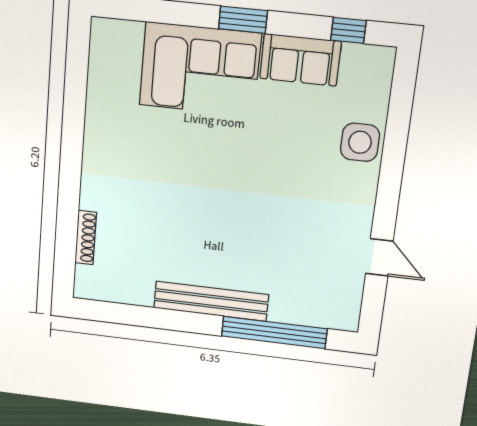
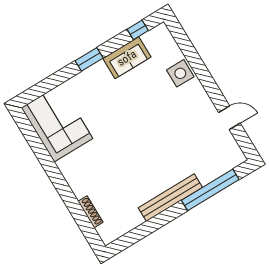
corner sofa: (200, 69) -> (57, 123), moved, turned -90

